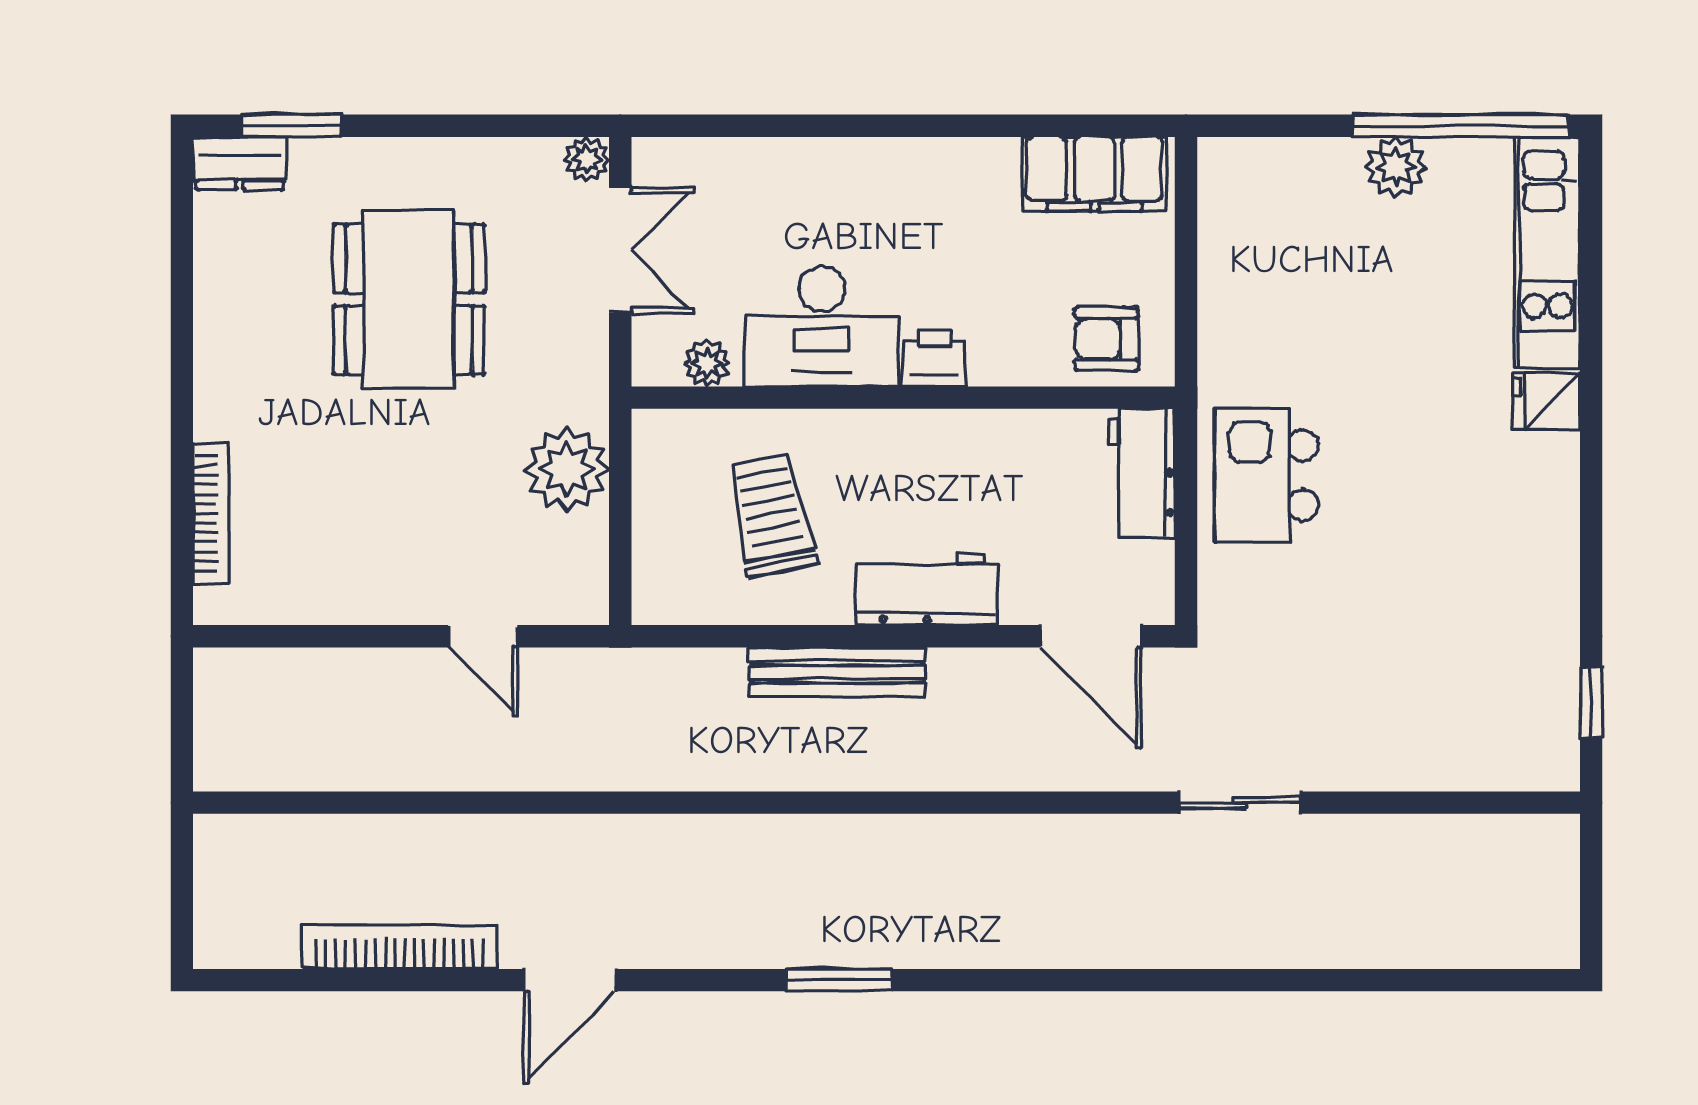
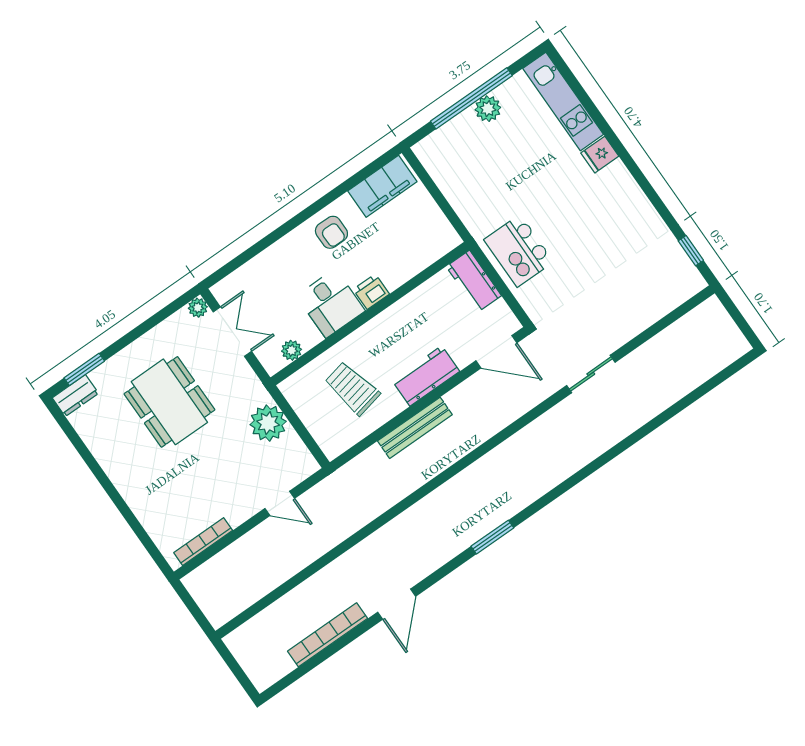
window: (1460, 126) -> (471, 98), moved
desk: (822, 326) -> (331, 303), width x0.73
armchair: (1106, 339) -> (331, 232), moved, turned -90
bookcase: (211, 513) -> (203, 542), moved, turned -90

